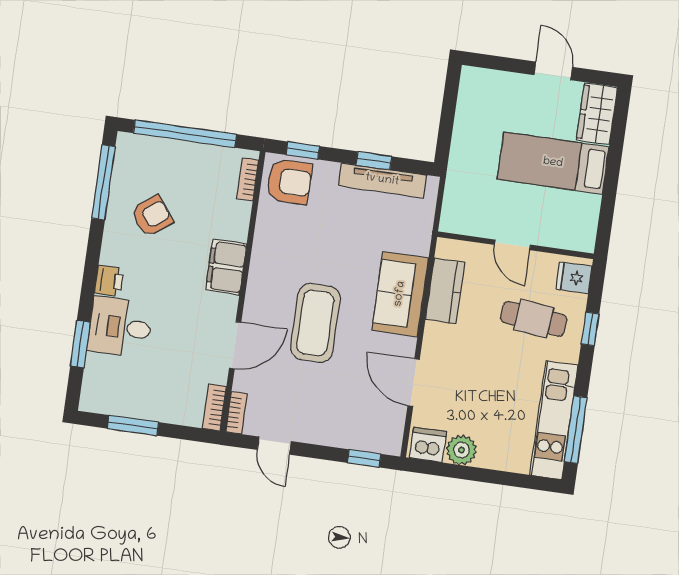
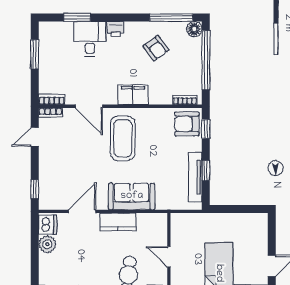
floor lamp: (129, 146) -> (194, 29), added
armchair: (289, 182) -> (187, 124), turned 90
door: (512, 245) -> (169, 257), hinge flipped
kitchen counter: (445, 291) -> (118, 222), moved
coffee table: (315, 323) -> (123, 138), moved, turned 90

